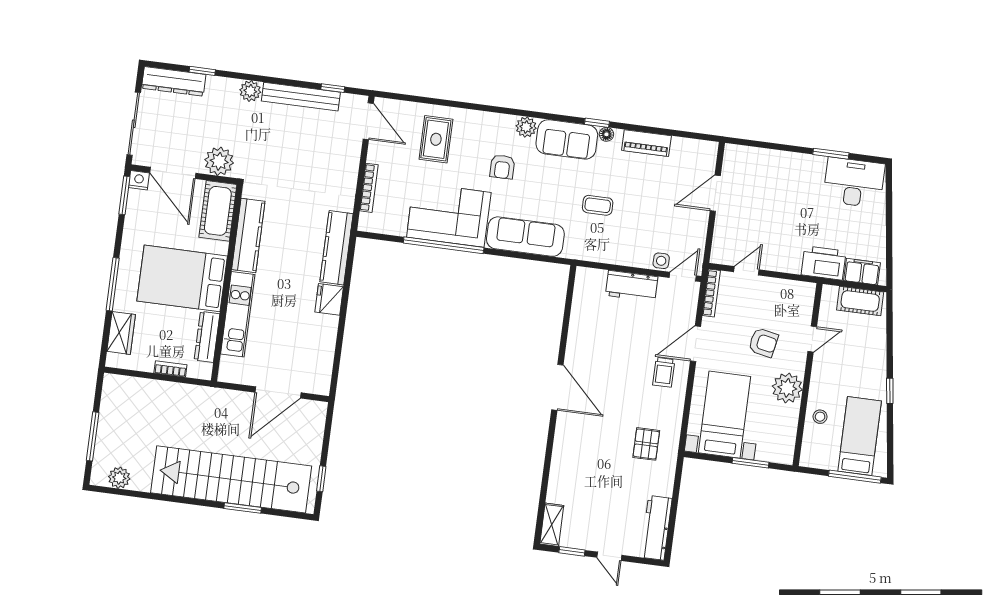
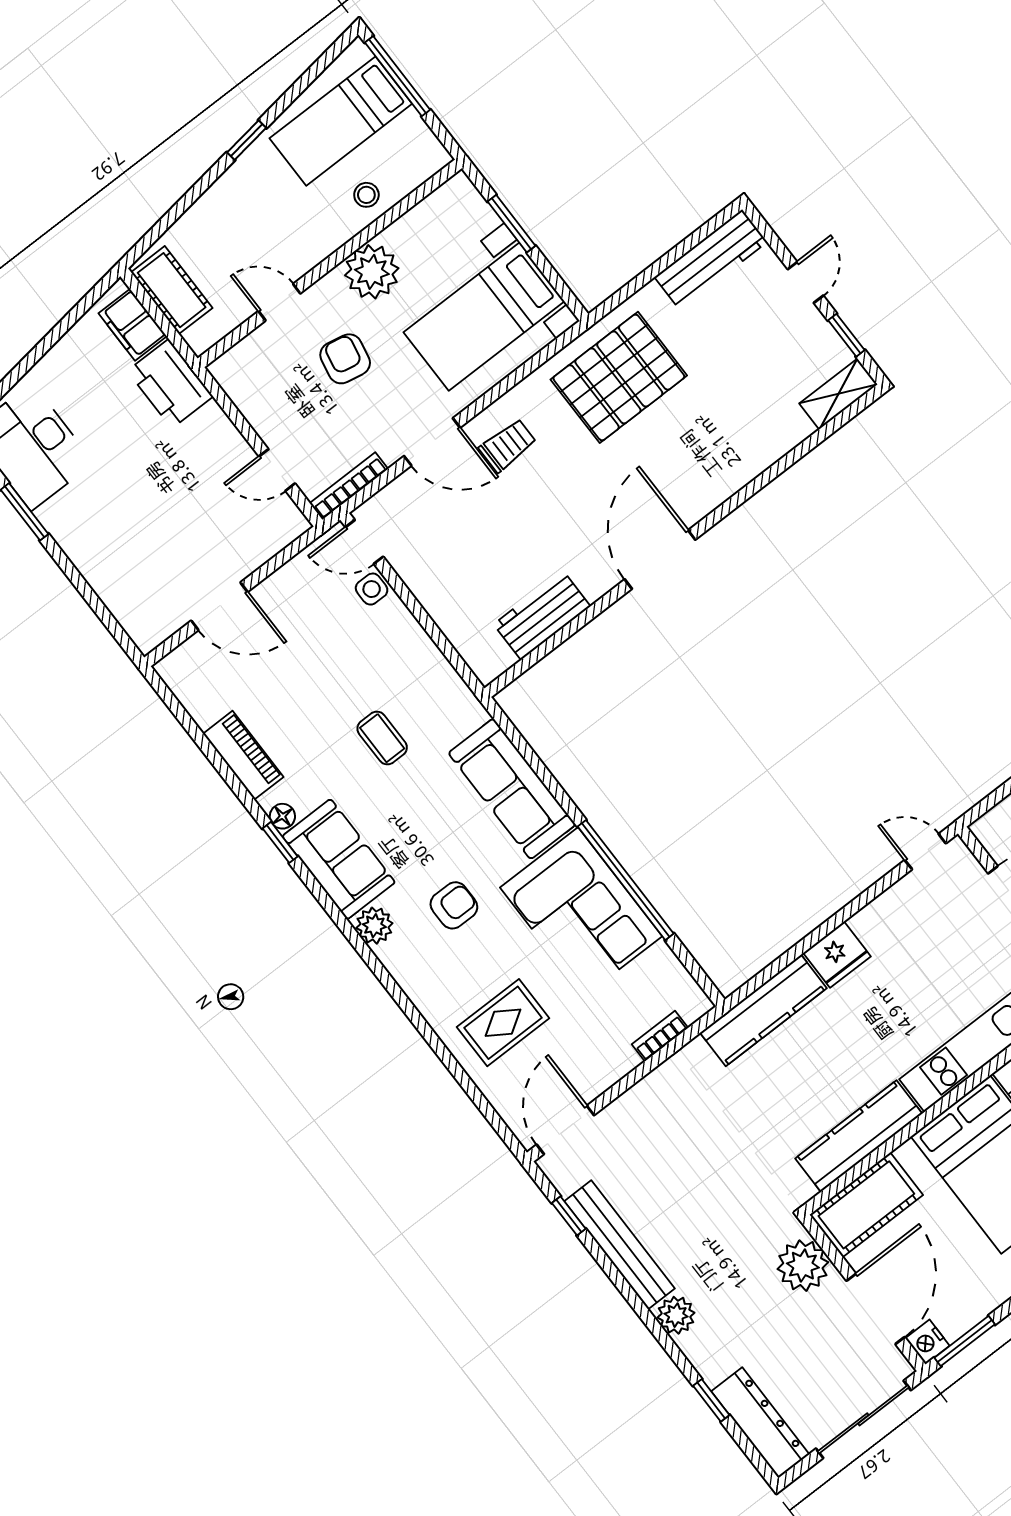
bookcase: (369, 188) -> (660, 1036), width x0.64
workbench: (632, 286) -> (542, 615), moved, turned -90
door: (335, 376) -> (925, 852), added
pallet: (646, 444) -> (619, 377), width x2.05, depth x2.00

